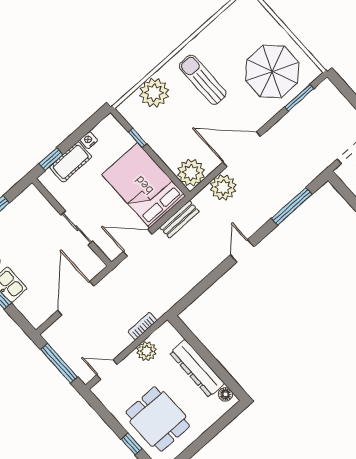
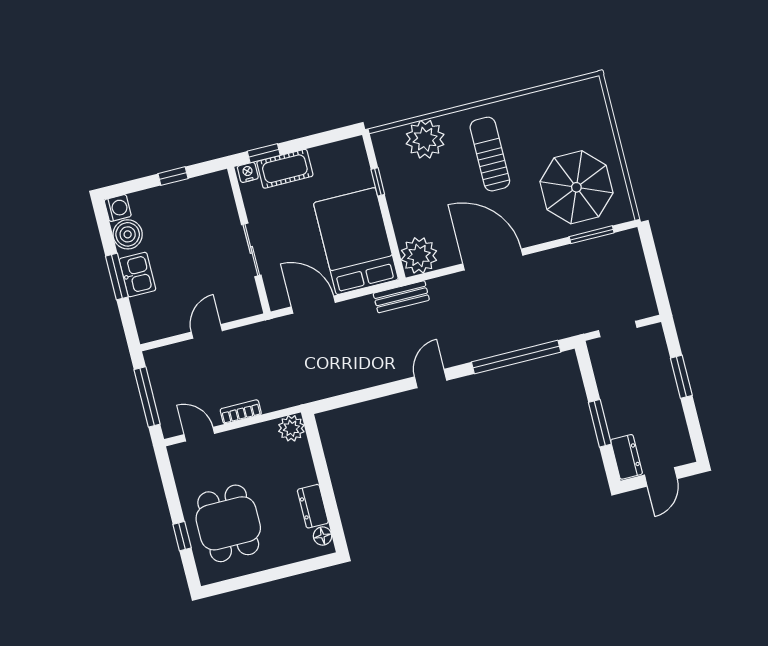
nightstand: (89, 140) -> (248, 172), moved
plant: (223, 187) -> (448, 293), removed
window: (292, 206) -> (516, 357), width x1.46
bench: (179, 219) -> (401, 297), moved
door: (76, 298) -> (207, 331), width x0.53
bookcase: (142, 326) -> (241, 412), moved
plant: (147, 351) -> (291, 428), moved
dresser: (197, 368) -> (313, 506), width x0.51, depth x0.80

